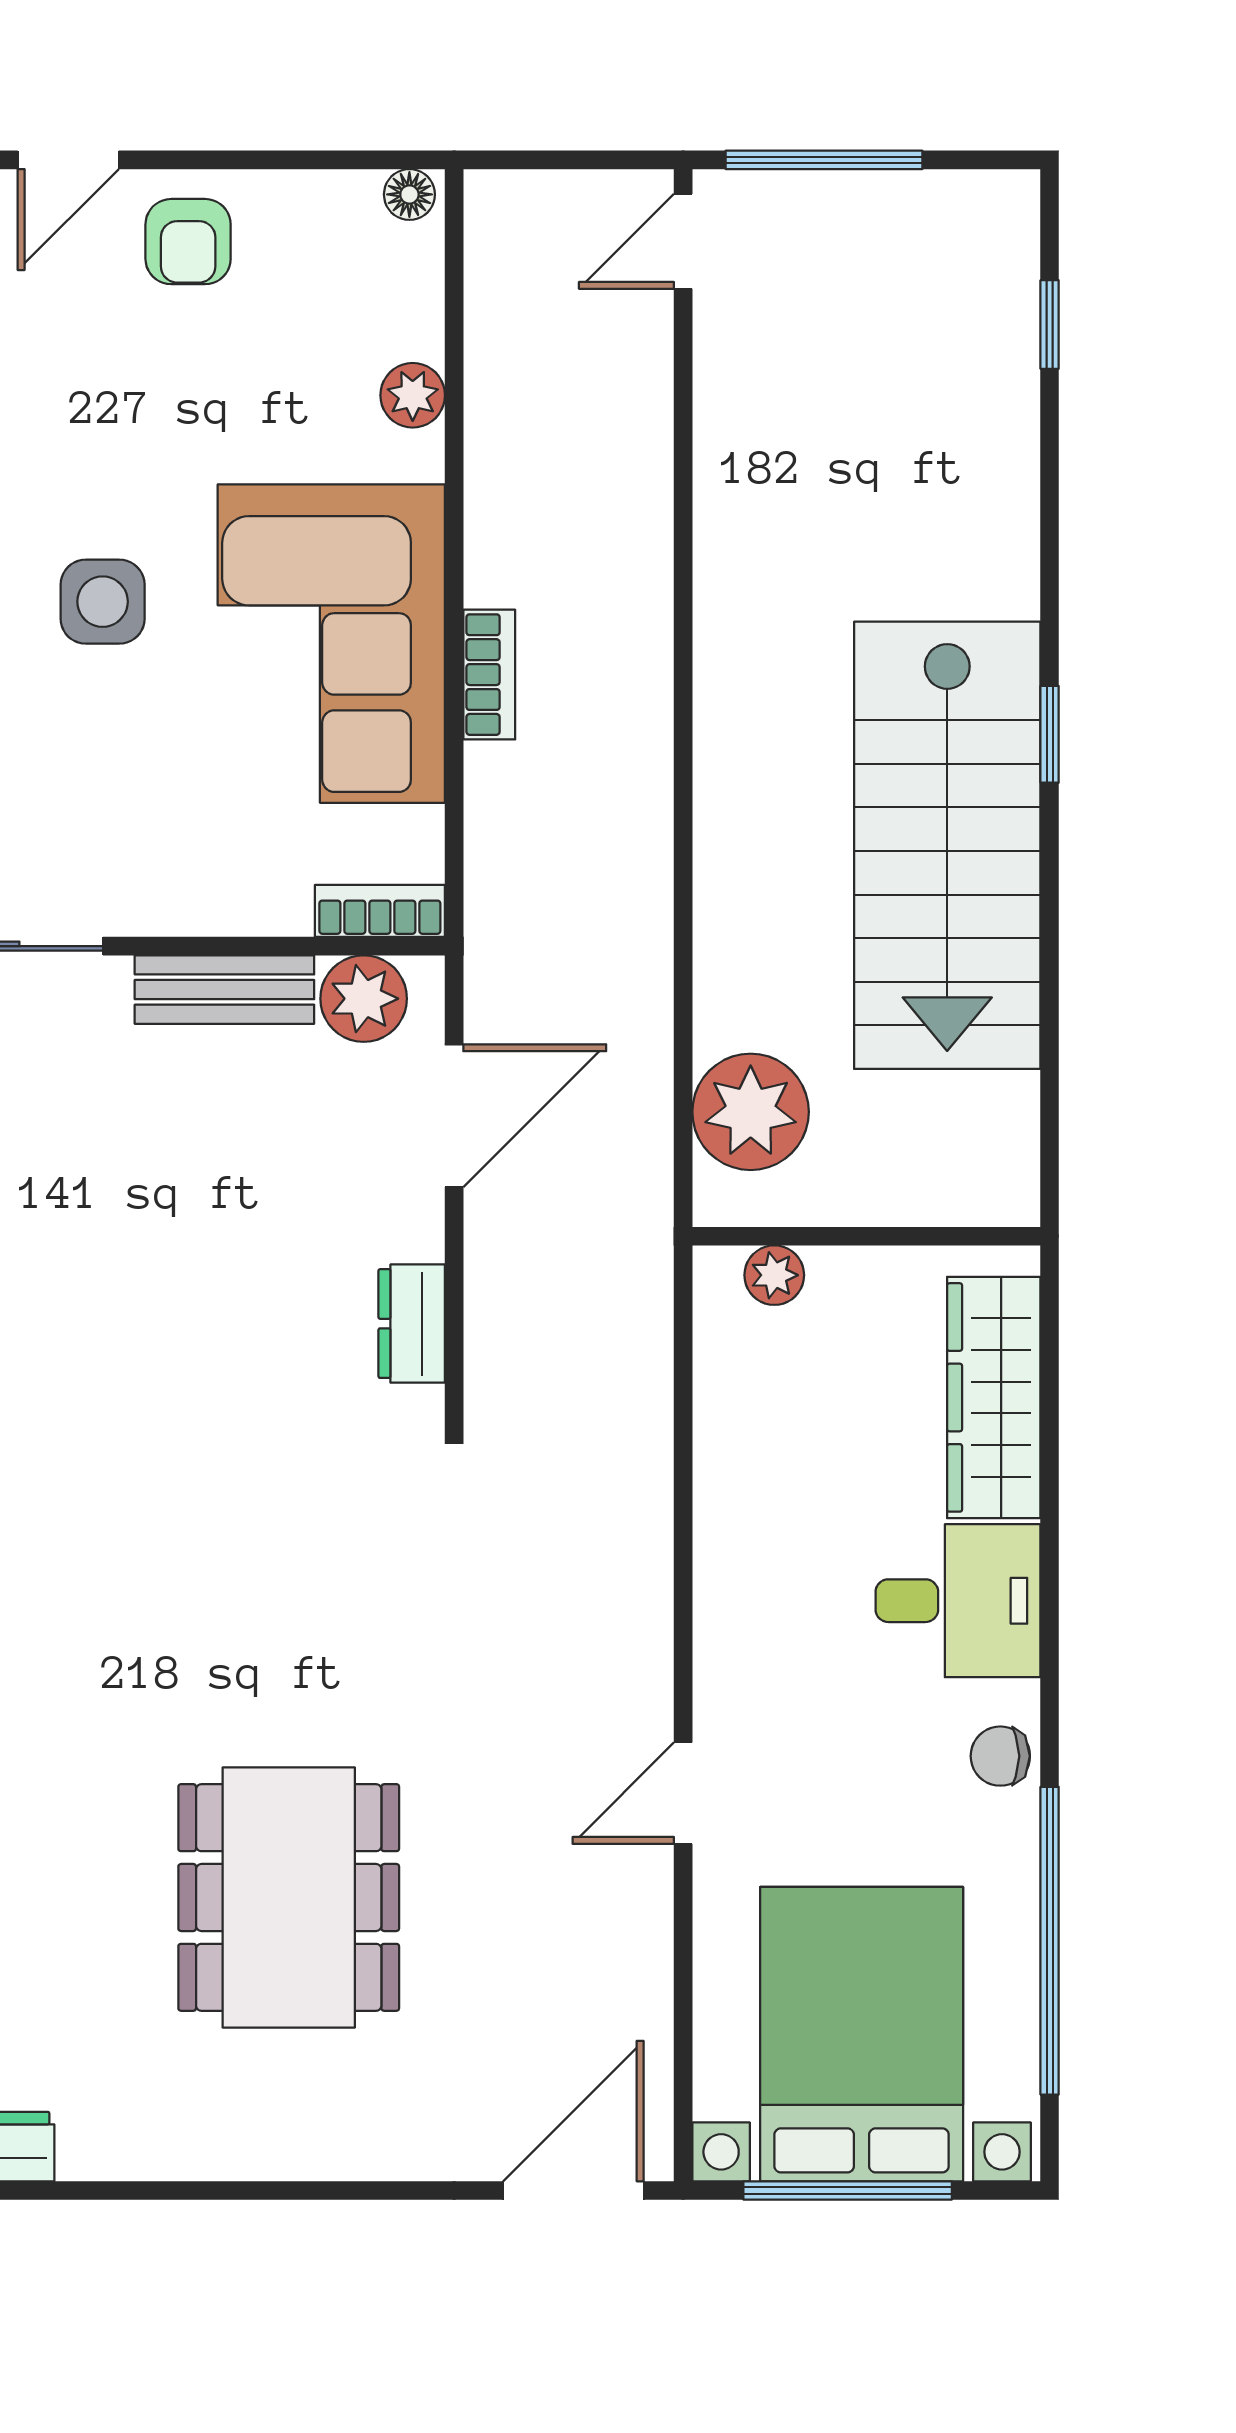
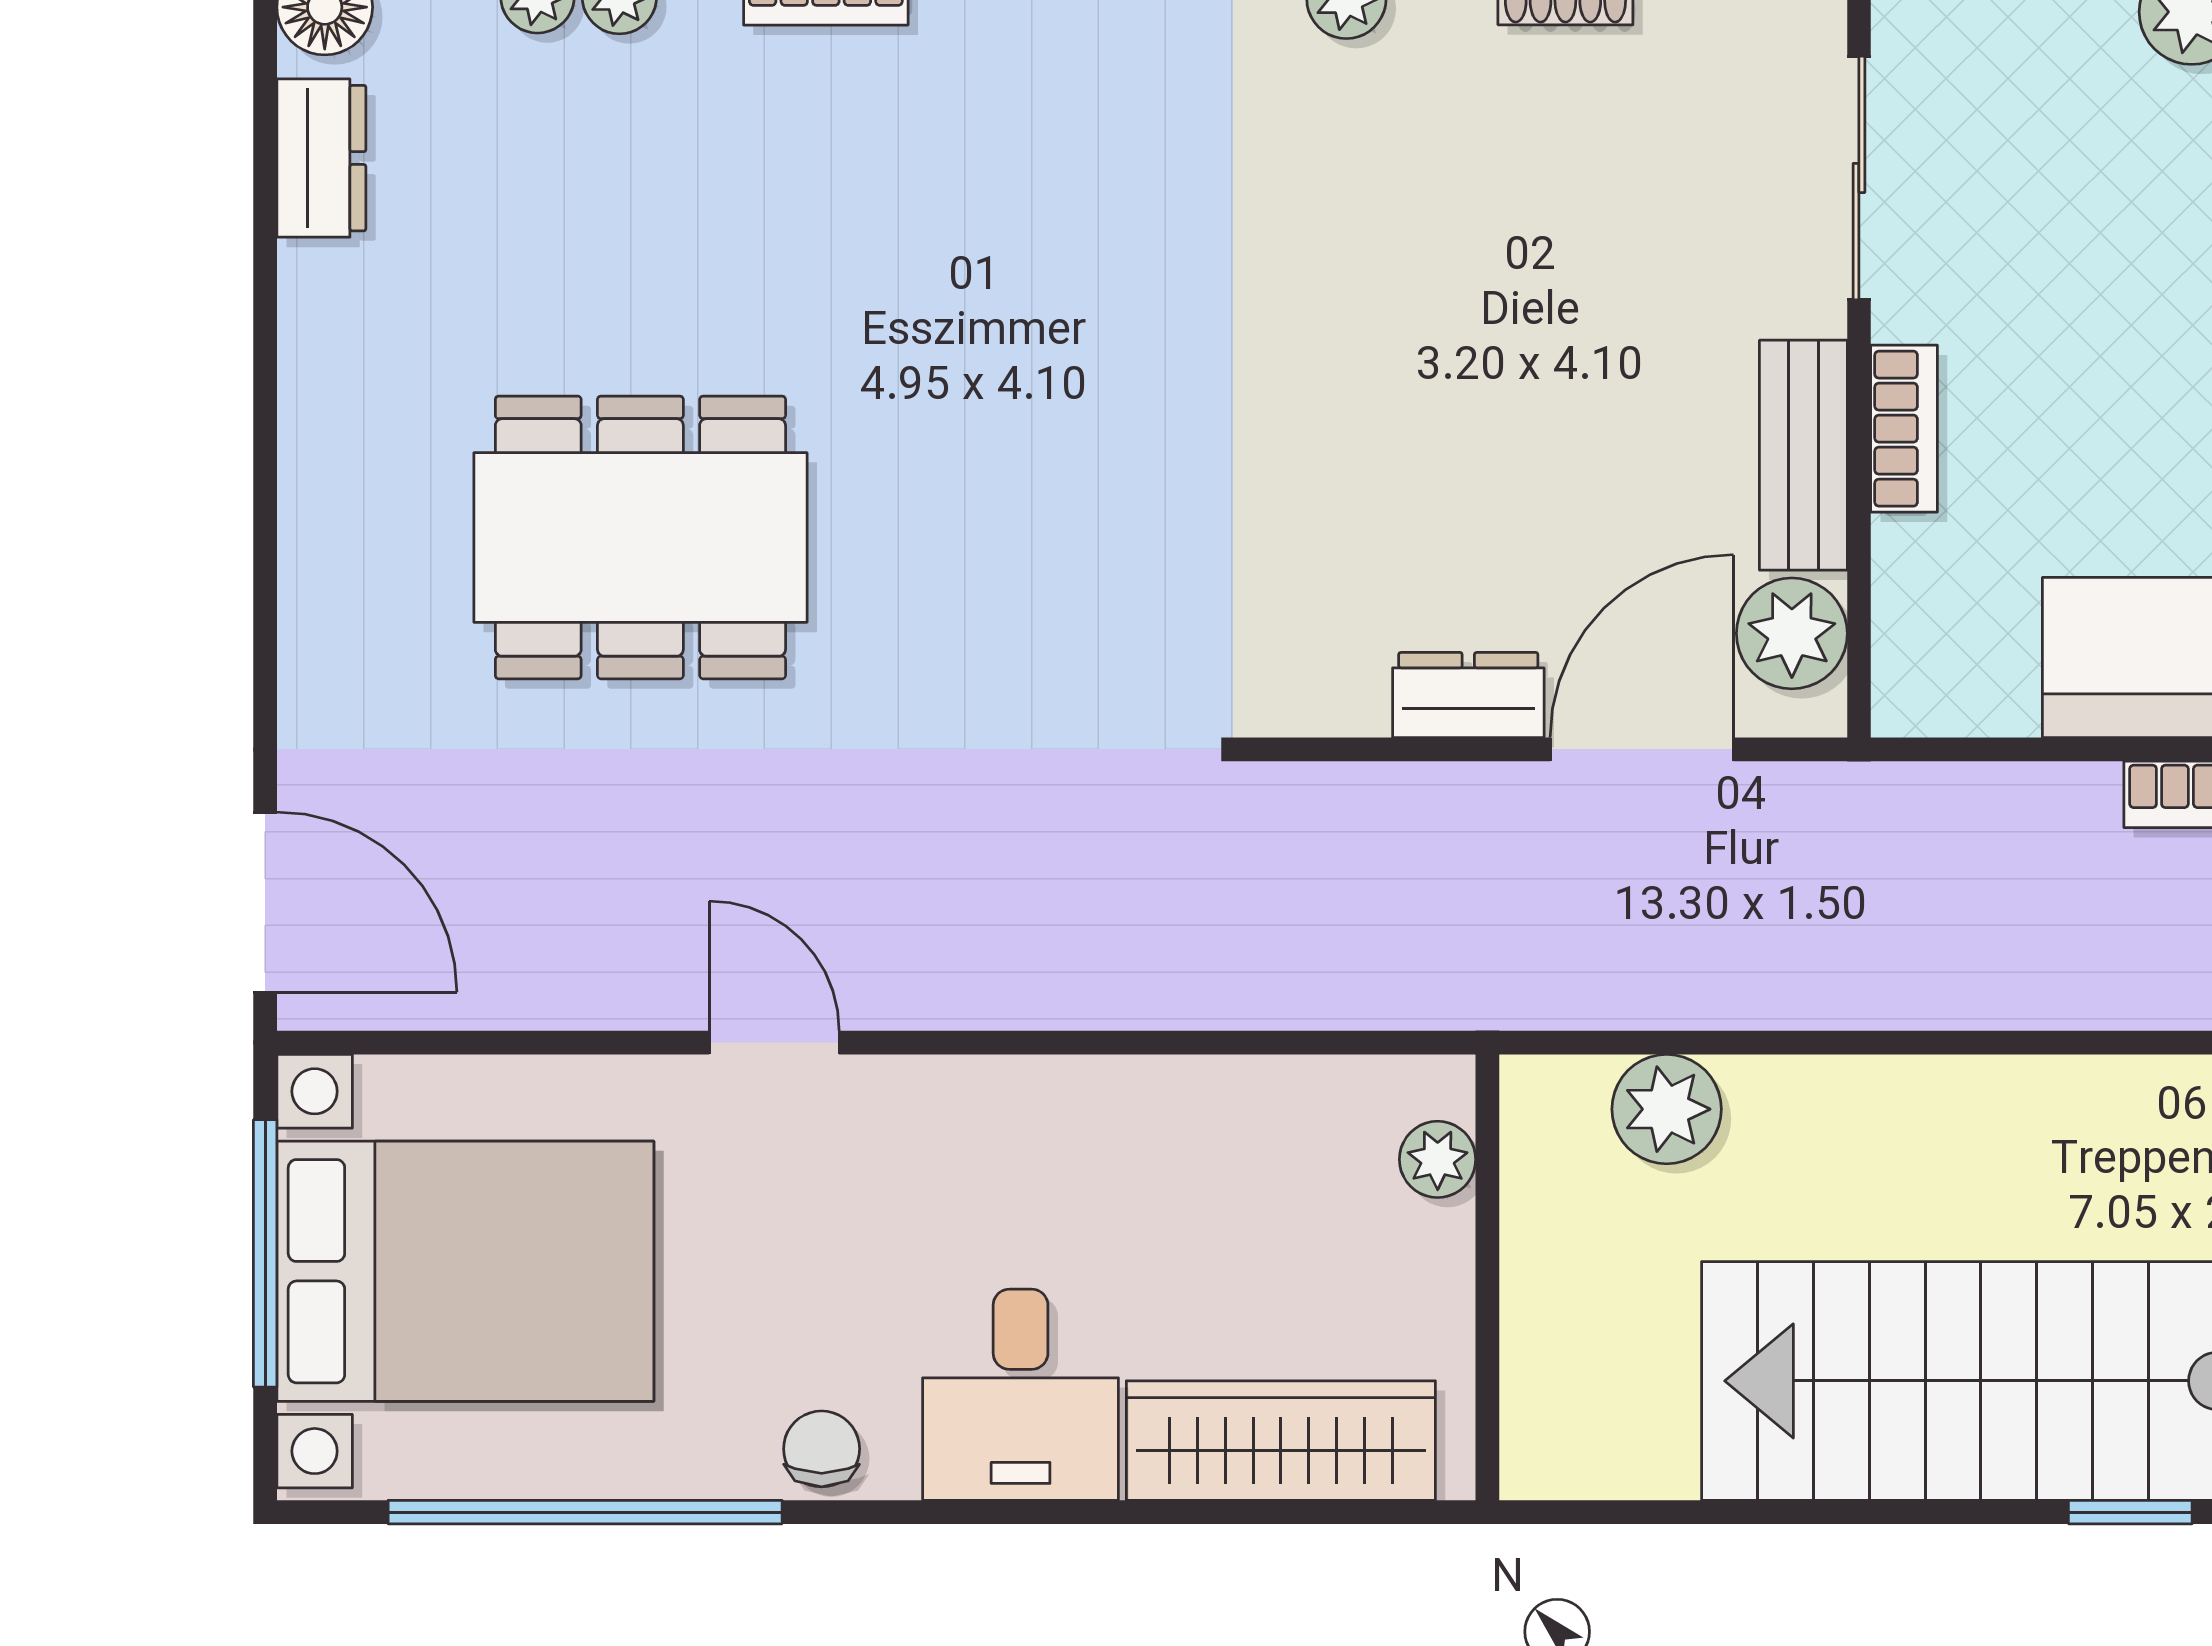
bookcase: (380, 911) -> (1904, 429), moved
plant: (751, 1112) -> (1667, 1109), width x0.73, depth x0.73
door: (454, 1116) -> (1642, 749), swing flipped
dresser: (412, 1324) -> (1468, 695), moved

